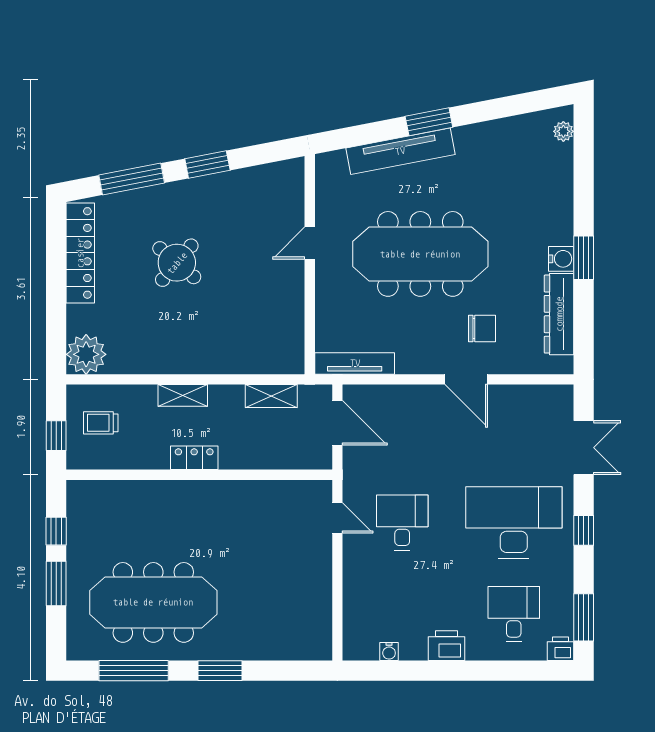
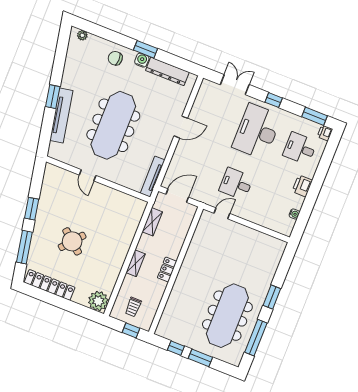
chair: (482, 329) -> (115, 58), moved, turned -90

